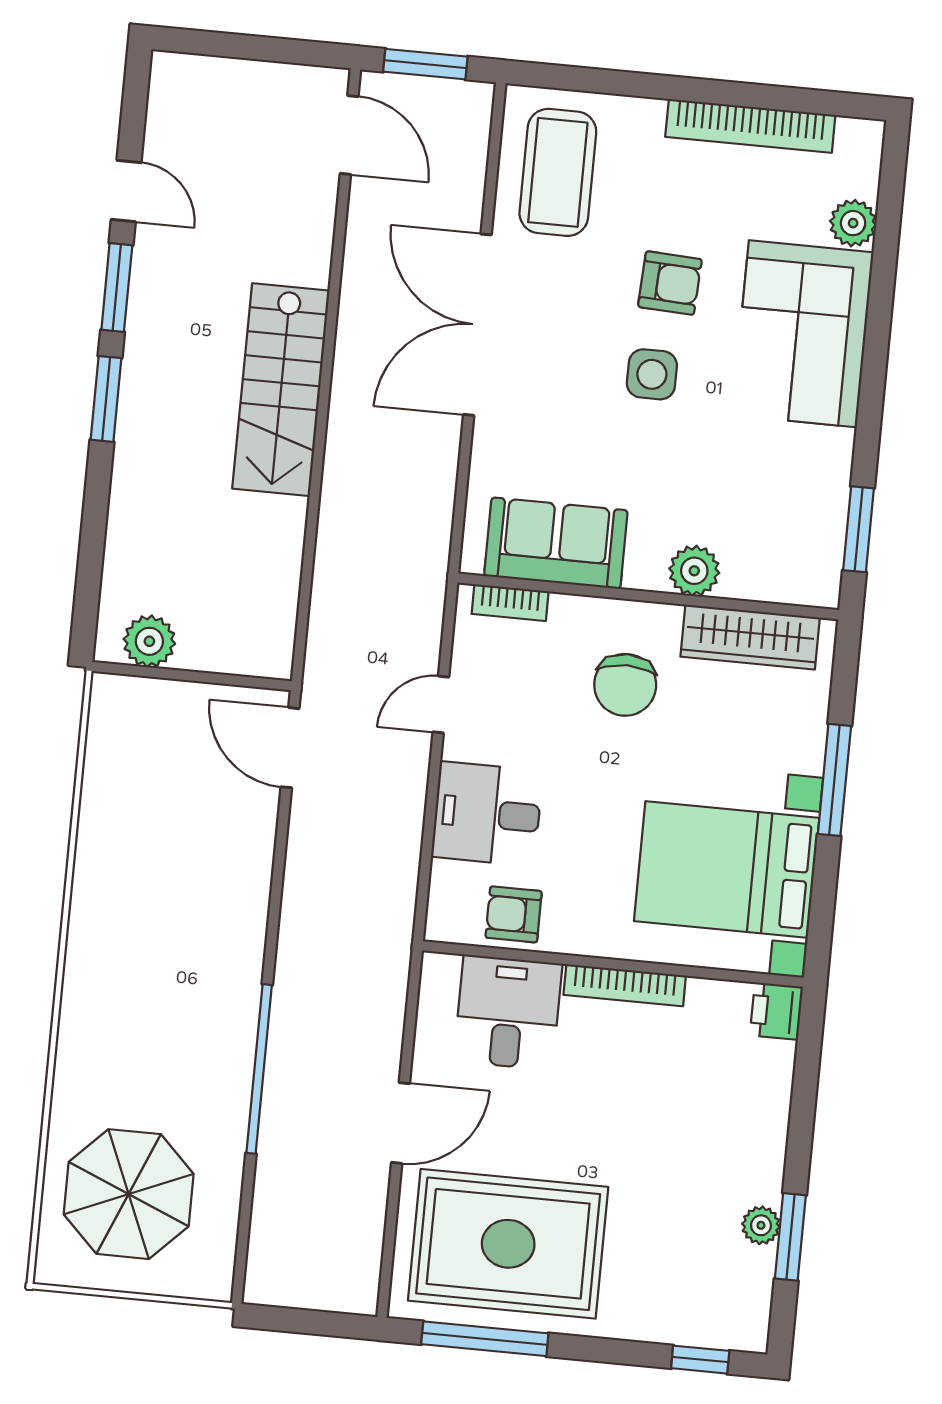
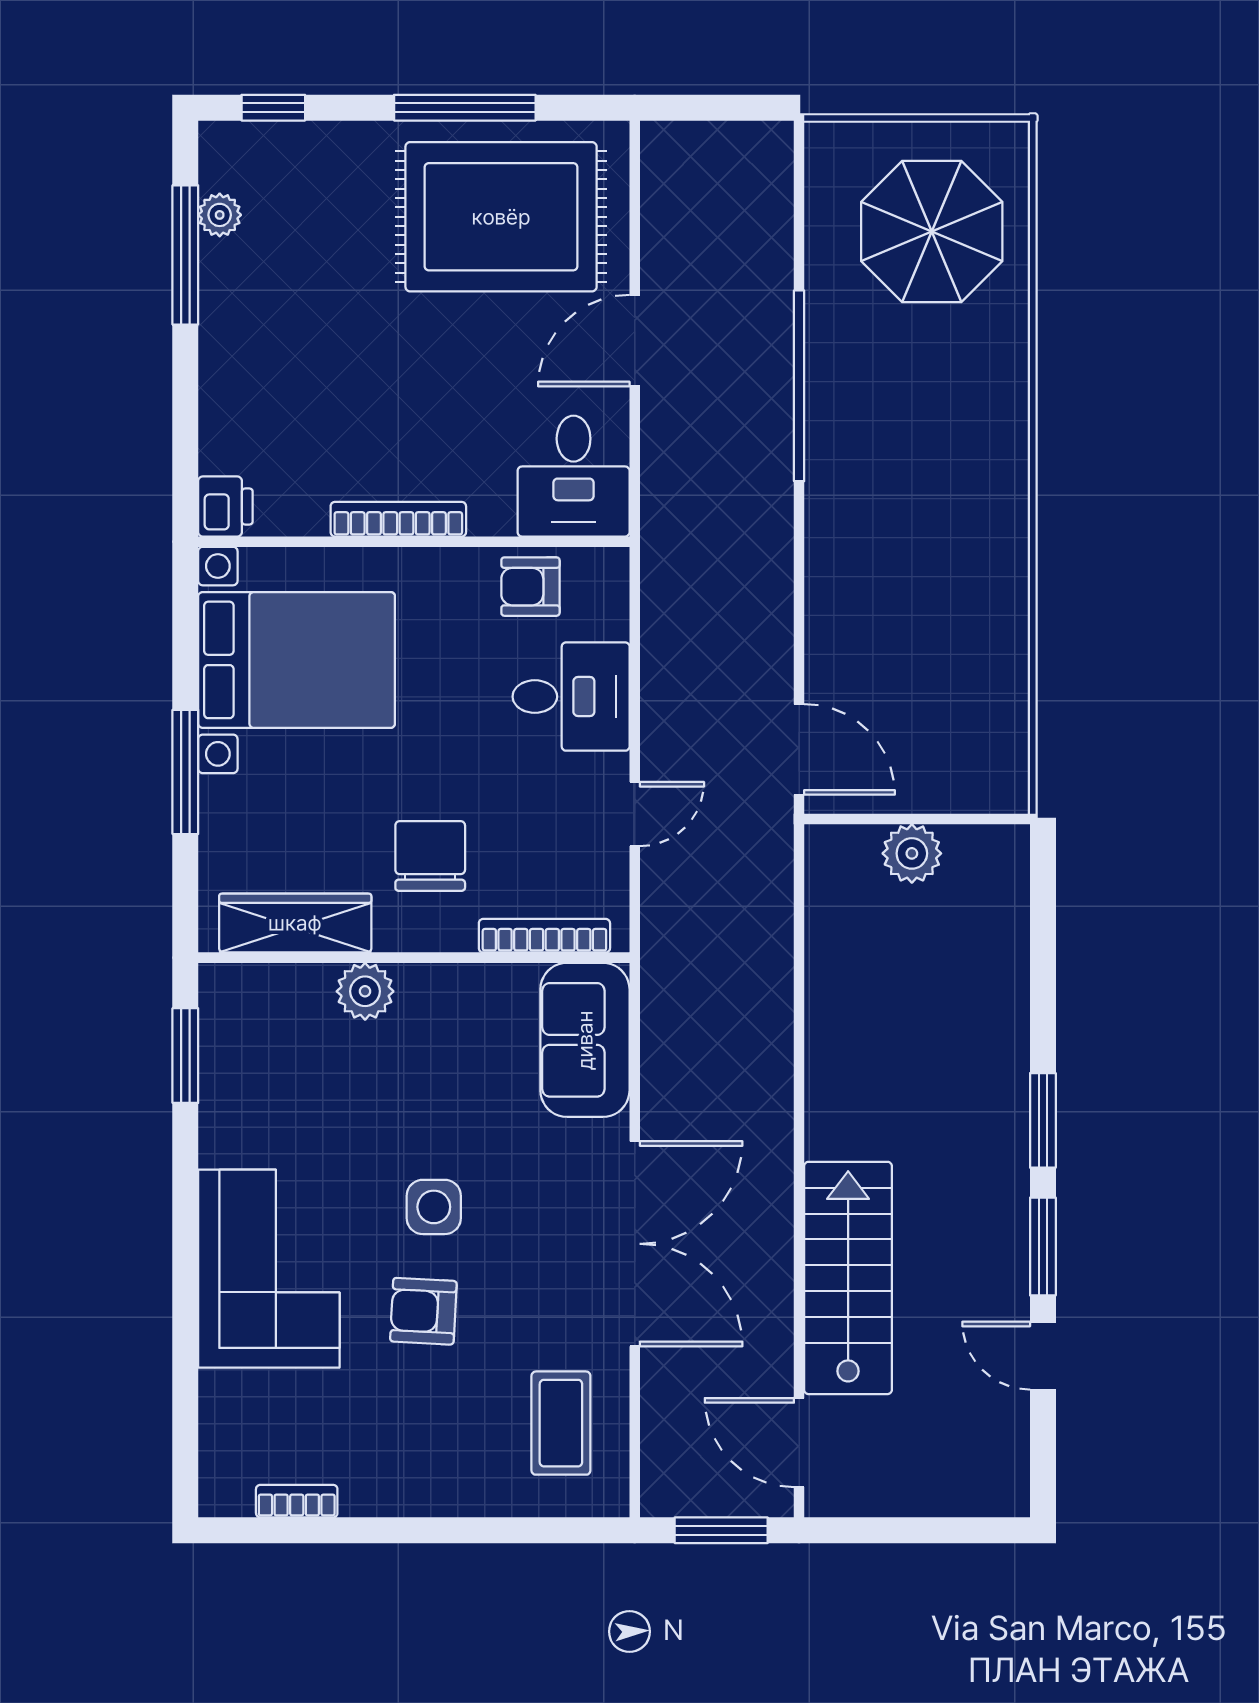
bookcase: (750, 126) -> (297, 1501), width x0.43, depth x0.76
coffee table: (558, 172) -> (561, 1423), width x0.73, depth x0.76
plant: (853, 223) -> (225, 1398), removed
stairs: (281, 390) -> (848, 1278), moved
sofa: (556, 543) -> (585, 1040), moved, turned 90
bookcase: (510, 603) -> (544, 936), width x1.56
plant: (149, 641) -> (912, 853), moved
armchair: (514, 914) -> (530, 587), turned 180
desk: (508, 1012) -> (574, 476), moved
plant: (761, 1225) -> (220, 215), moved
window: (790, 1237) -> (185, 255), width x1.44
window: (485, 1339) -> (465, 108), moved

